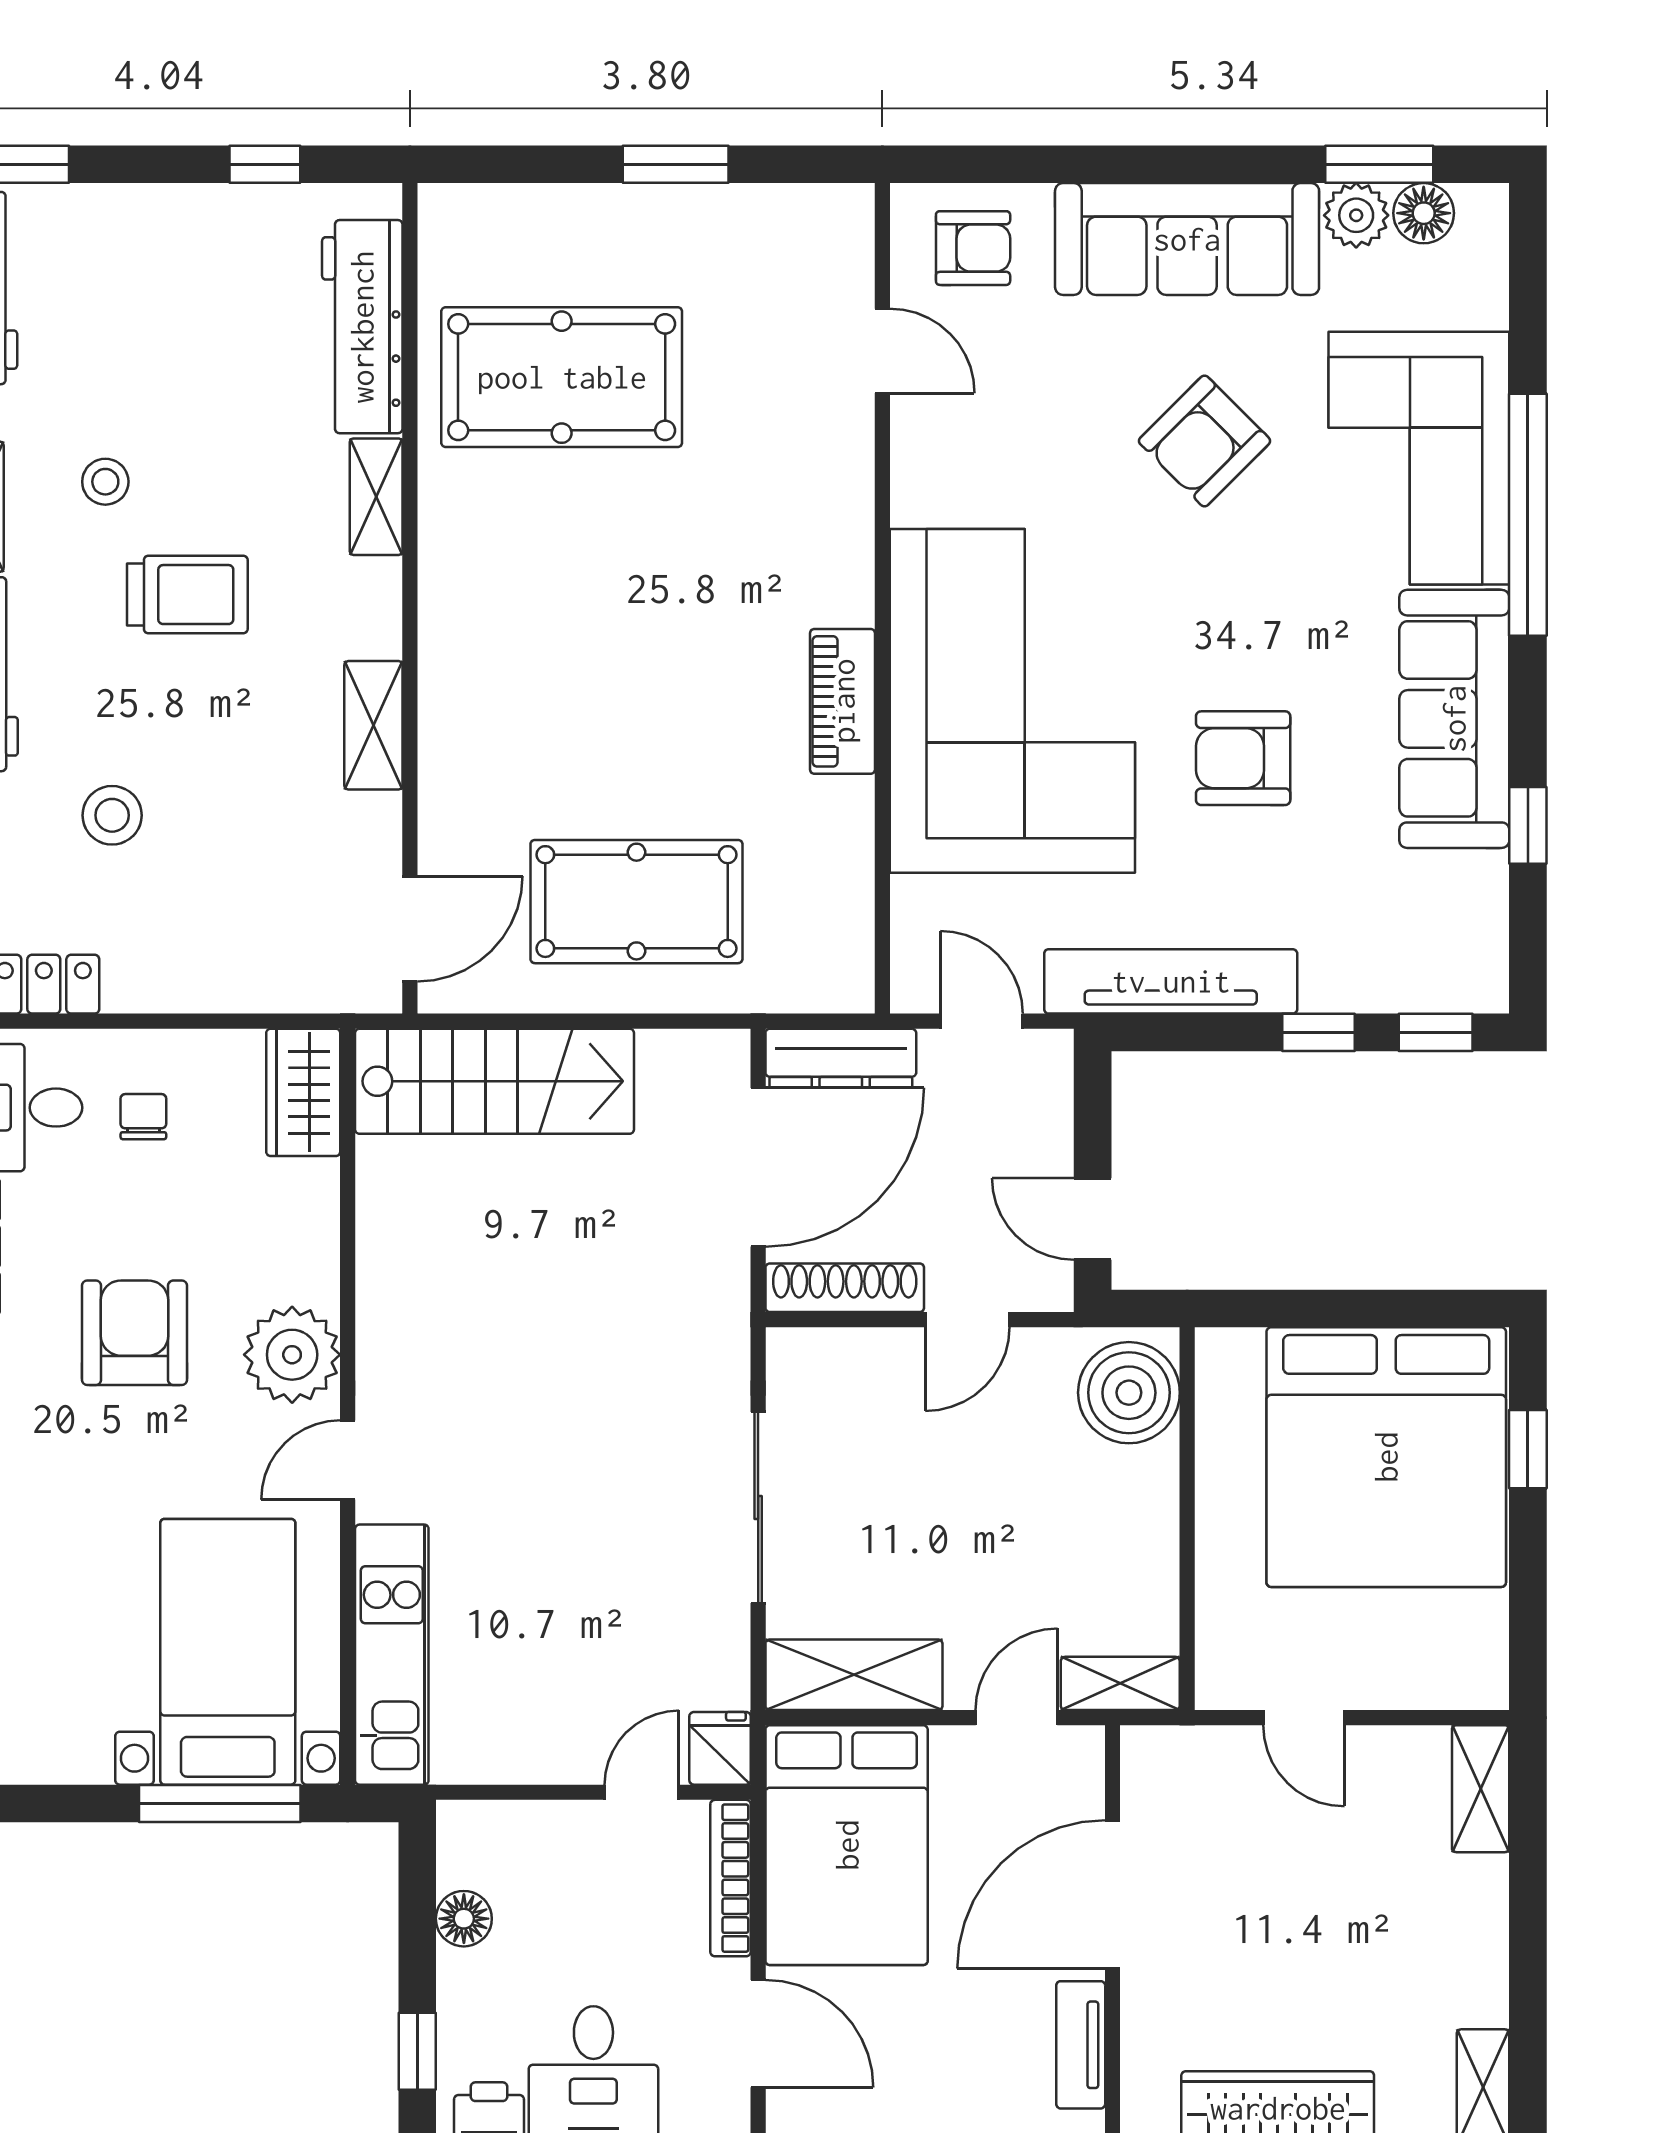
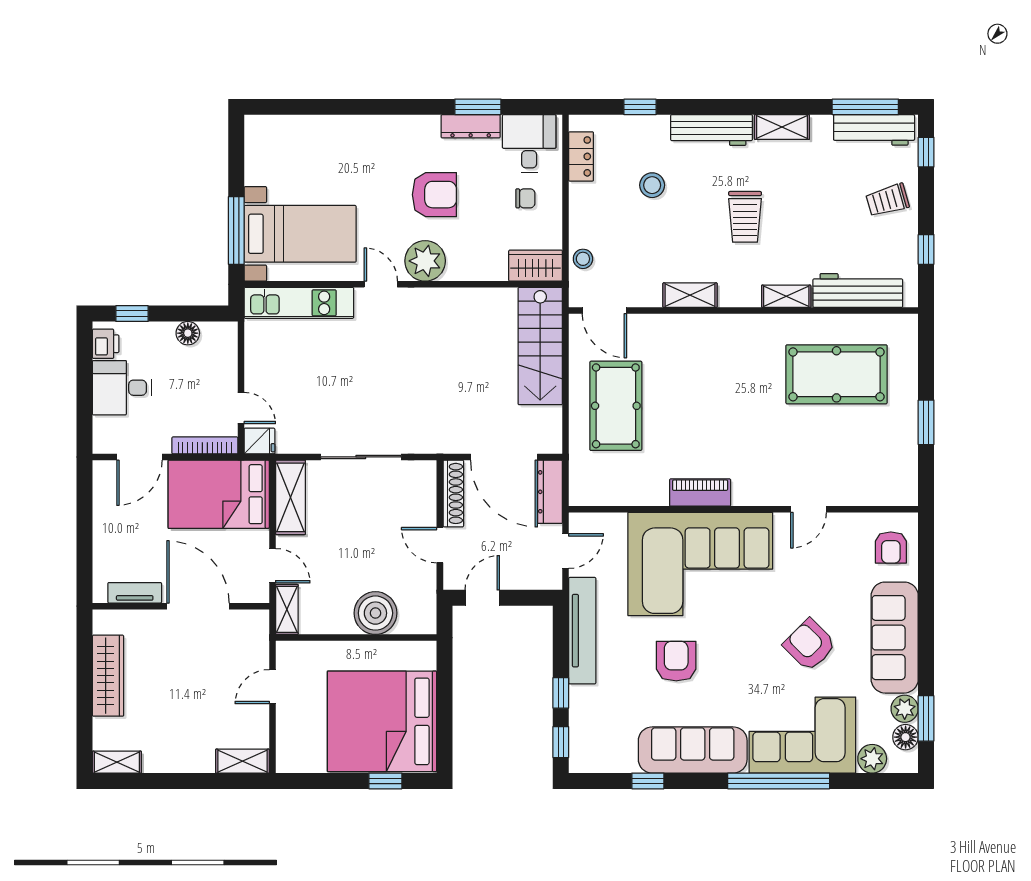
trolley: (148, 256) -> (887, 200), added
plant: (1475, 292) -> (872, 759), added
door: (882, 351) -> (809, 509), moved
pool table: (562, 377) -> (837, 374), turned 90
stool: (105, 482) -> (583, 259), moved
boiler: (1129, 1393) -> (375, 613), moved

